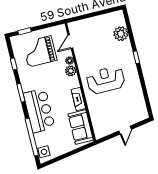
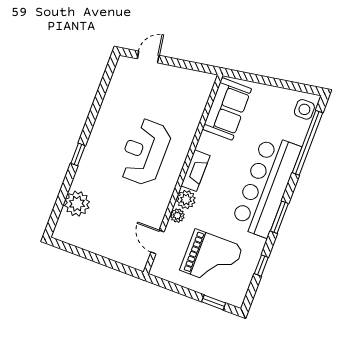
door: (70, 42) -> (158, 242), swing flipped
reception desk: (106, 80) -> (145, 152), turned 90
fireplace: (78, 99) -> (195, 171), moved
bar counter: (39, 111) -> (266, 186), width x1.36
door: (125, 130) -> (148, 57), moved

